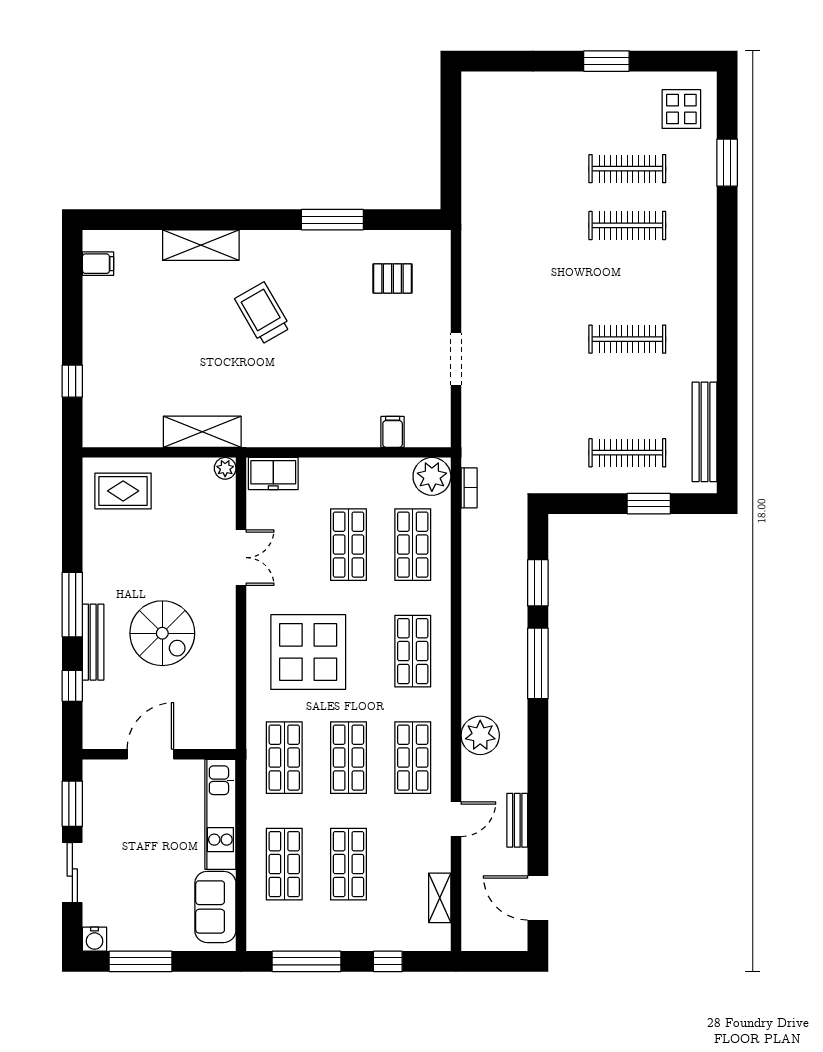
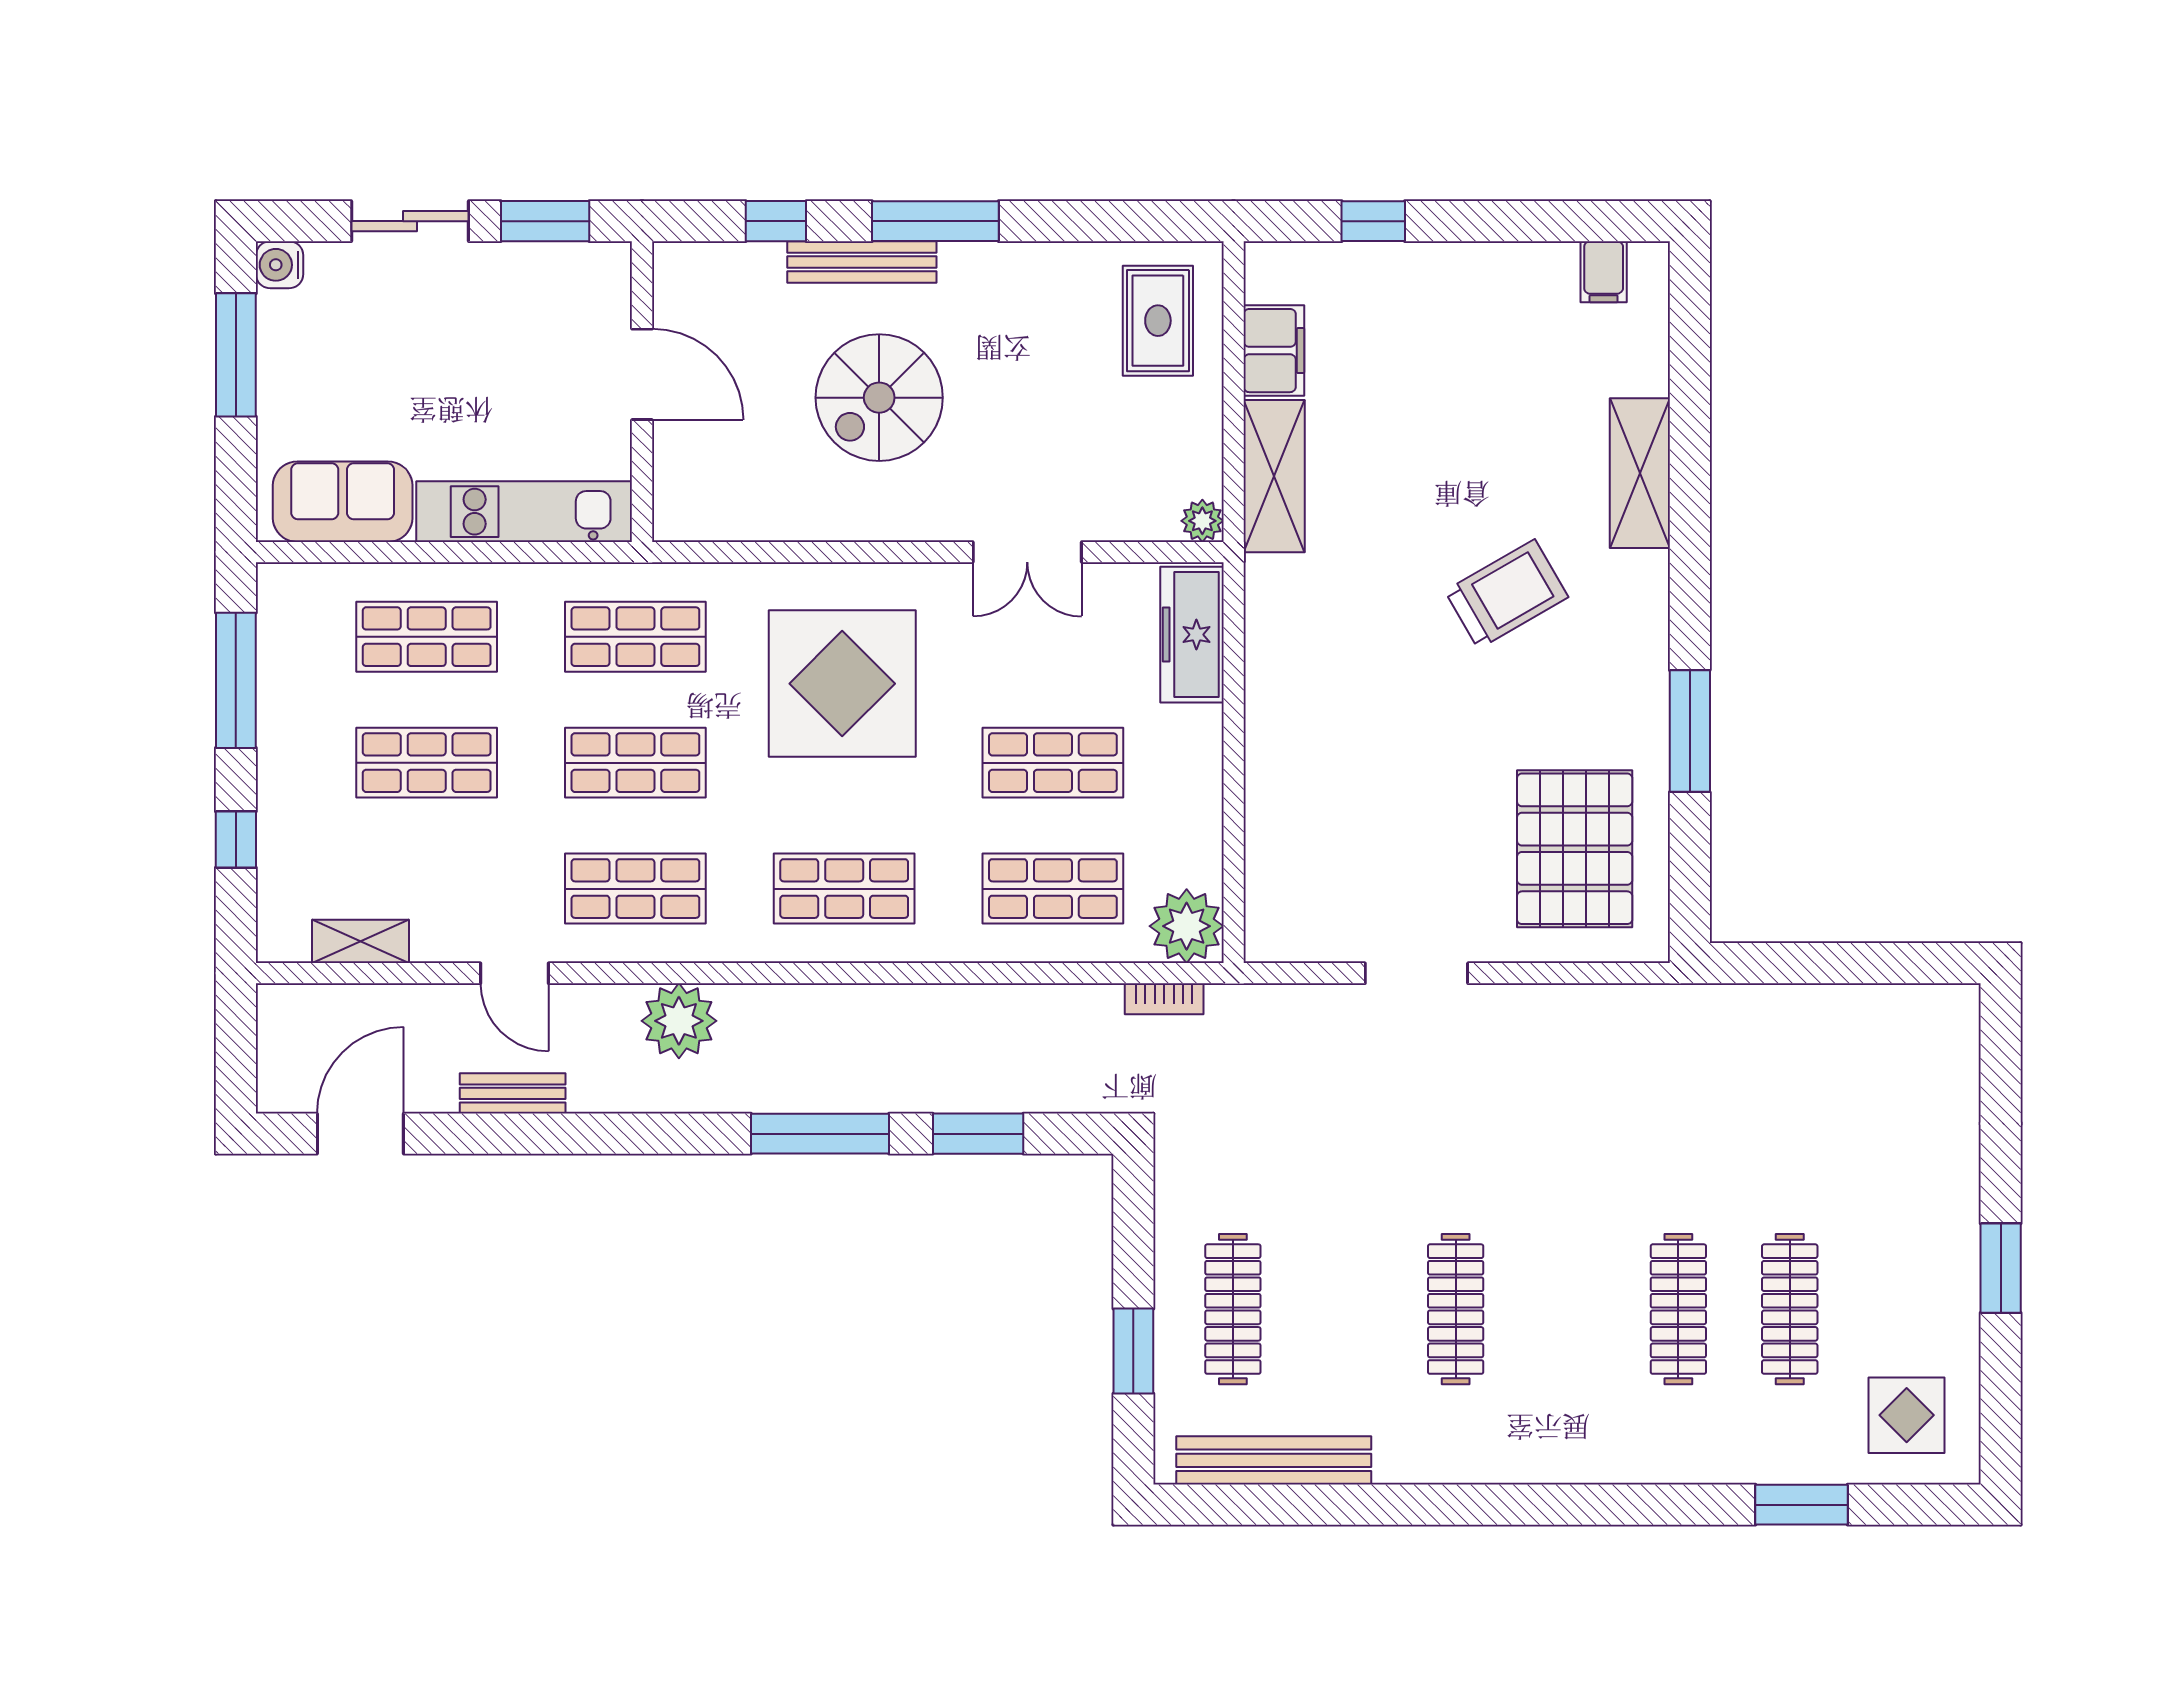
pallet: (392, 278) -> (1575, 849), width x2.05, depth x2.00
filing cabinet: (393, 432) -> (1274, 351), moved, width x2.00
freezer: (273, 474) -> (1192, 635), width x1.40

